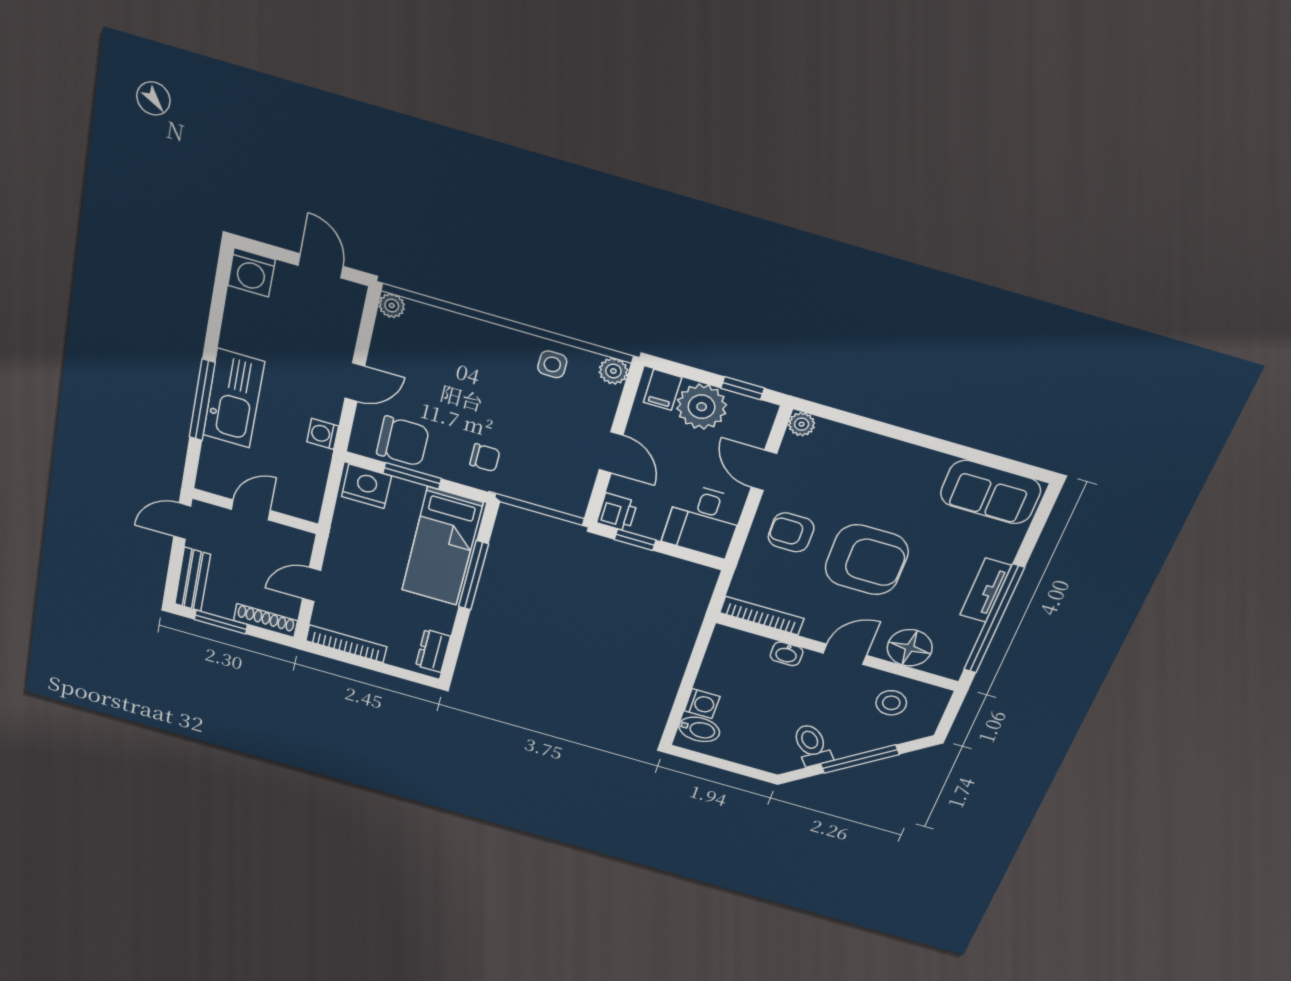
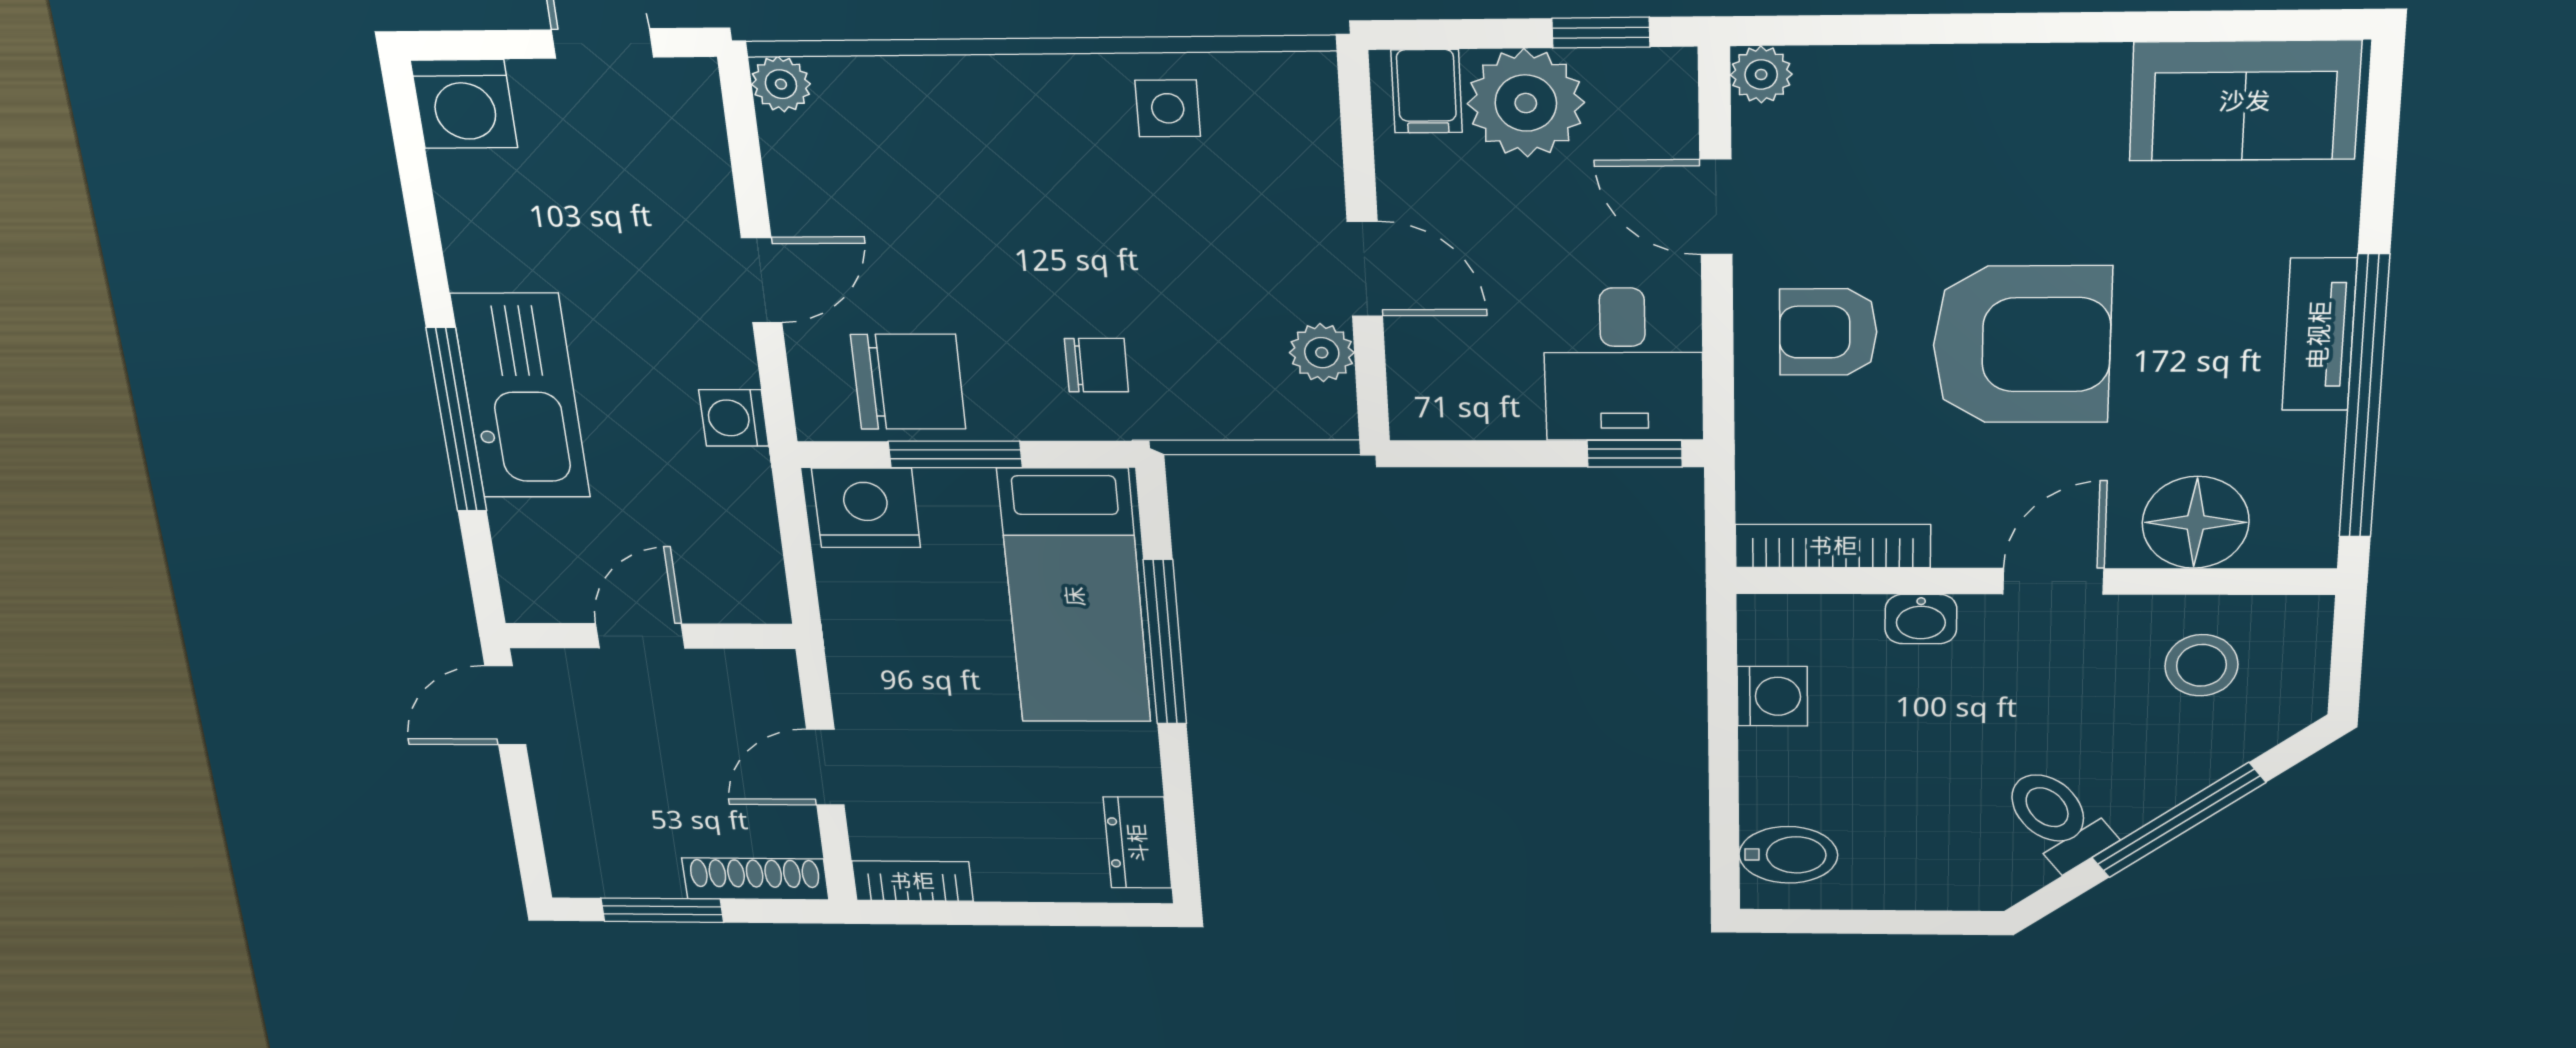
plant: (613, 371) -> (1322, 353), moved
printer: (617, 512) -> (1426, 402), removed
window: (635, 540) -> (1635, 454), moved
bench: (193, 579) -> (571, 830), removed
bookcase: (346, 644) -> (912, 881), width x0.64
washing machine: (702, 704) -> (1772, 696), moved

